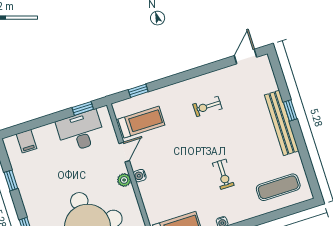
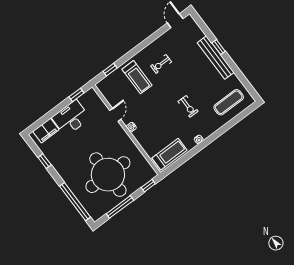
treadmill: (141, 122) -> (137, 77), moved, turned 90
desk: (80, 131) -> (71, 118), moved
filing cabinet: (27, 141) -> (46, 131), width x2.00
plant: (124, 180) -> (122, 134), removed

